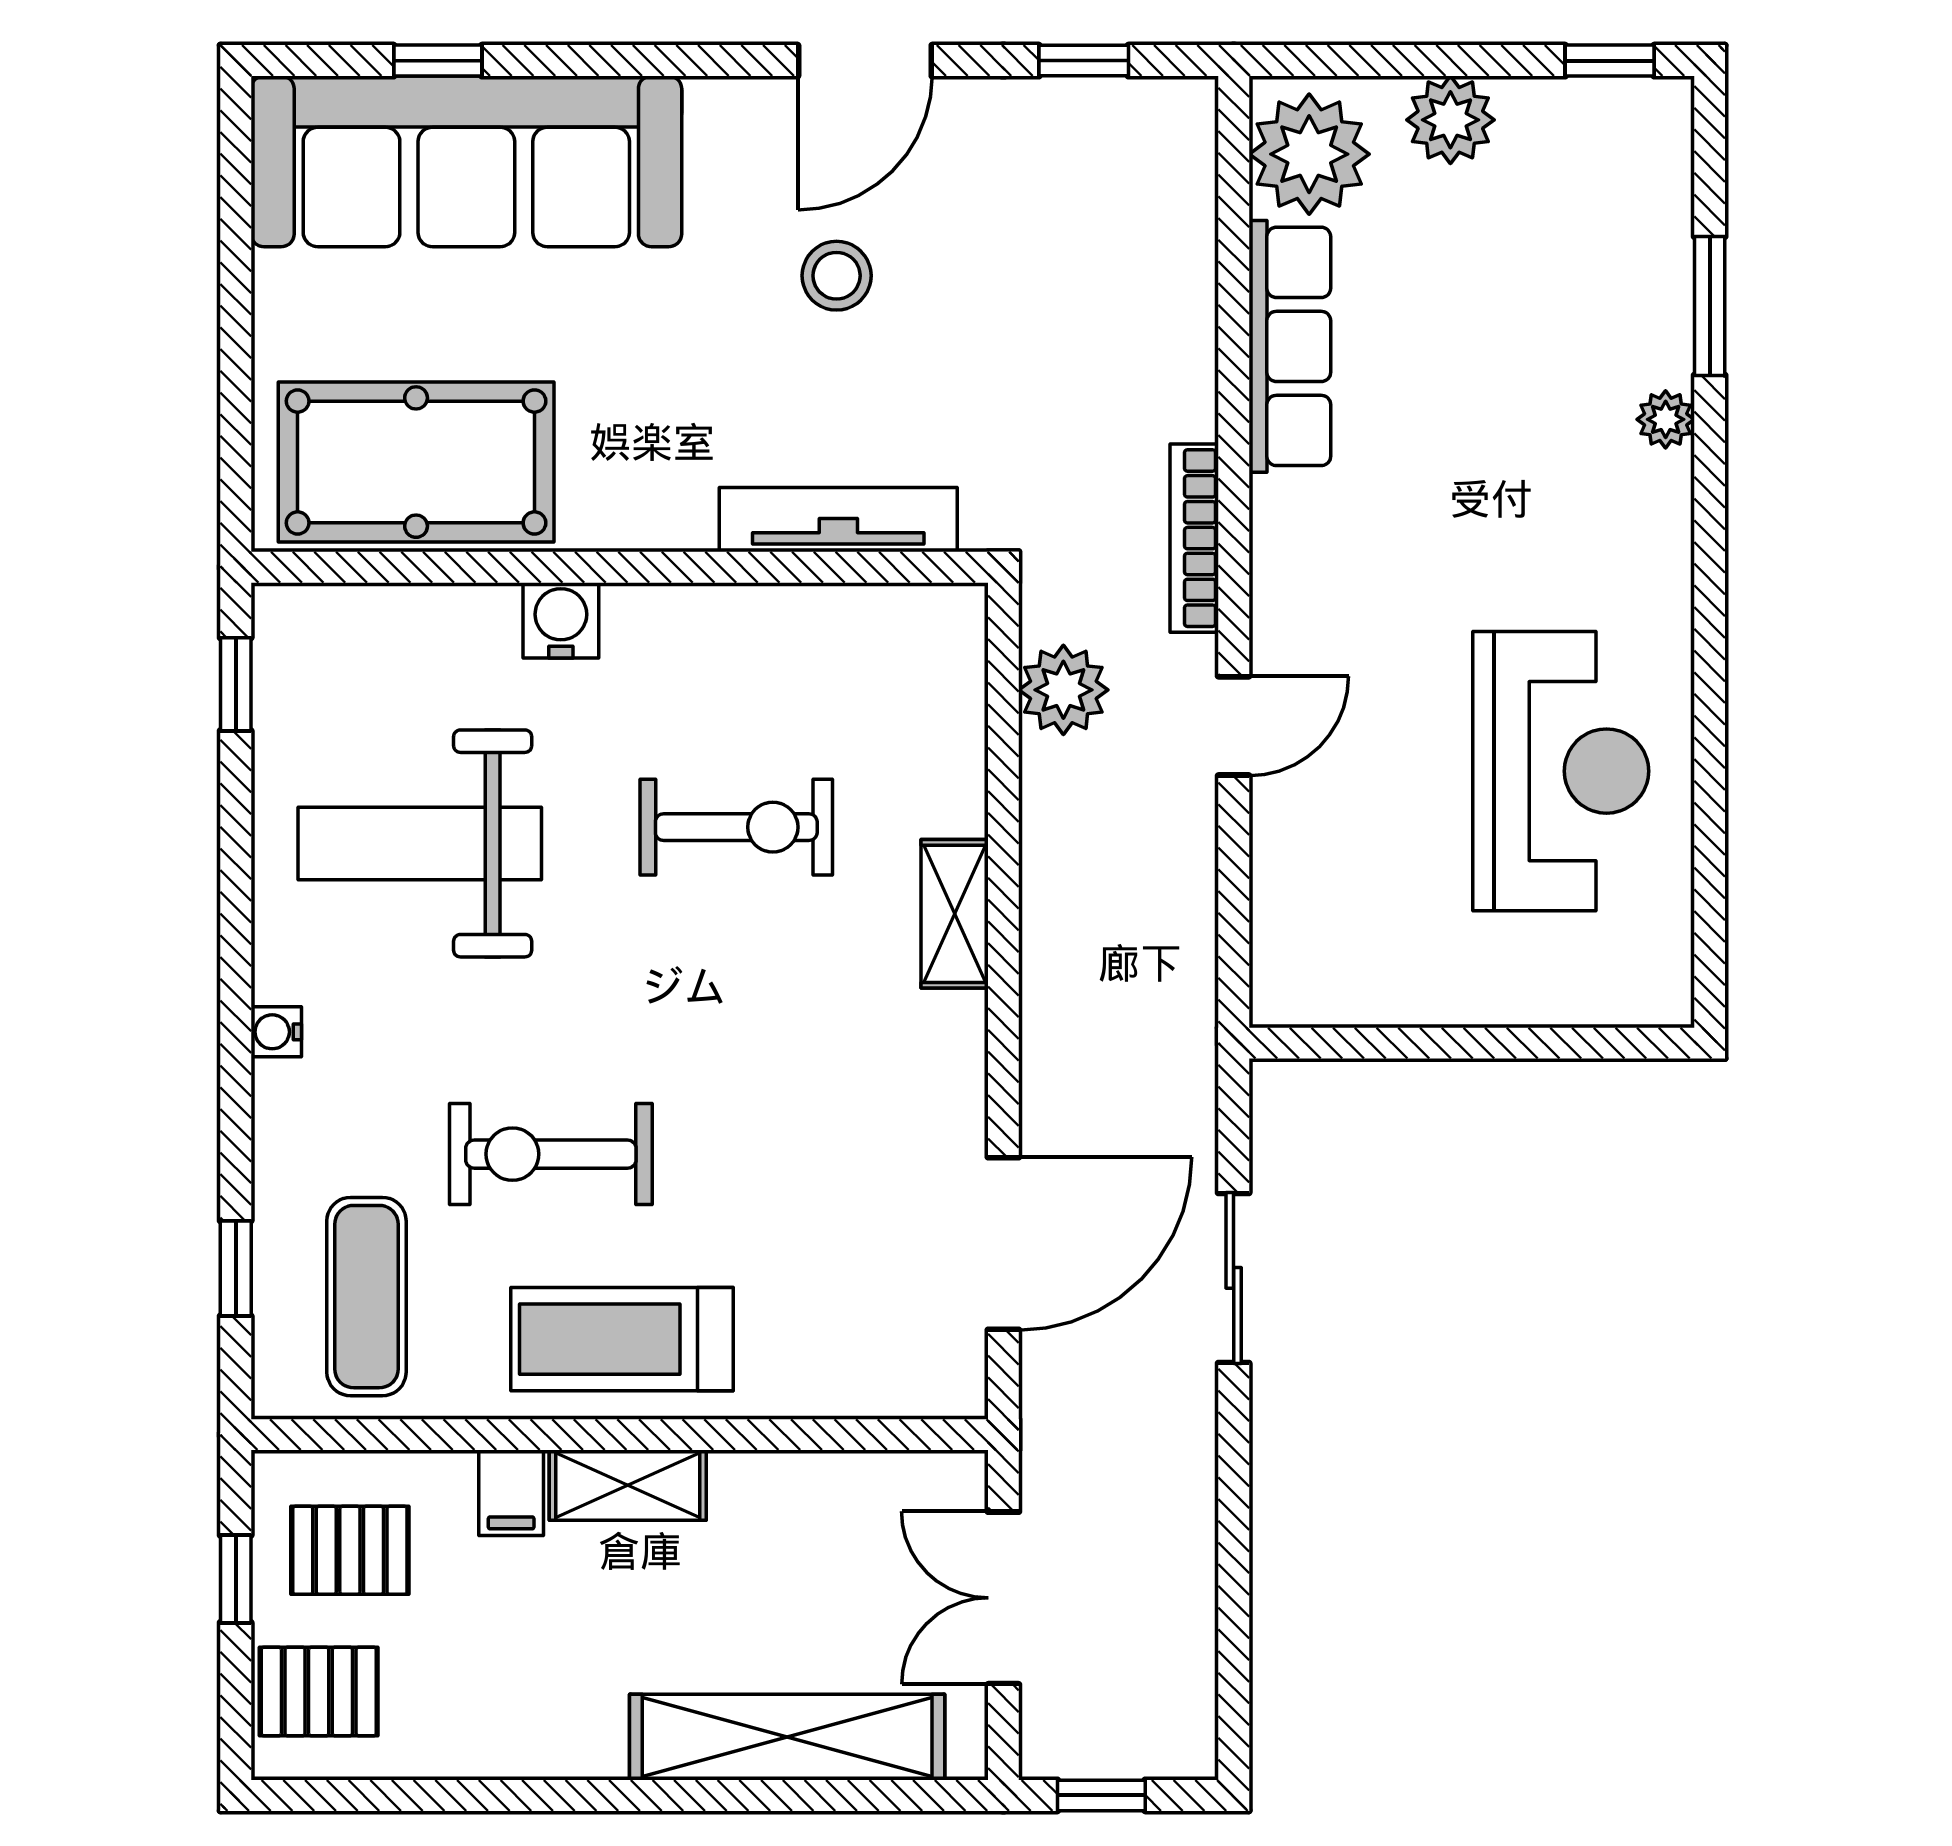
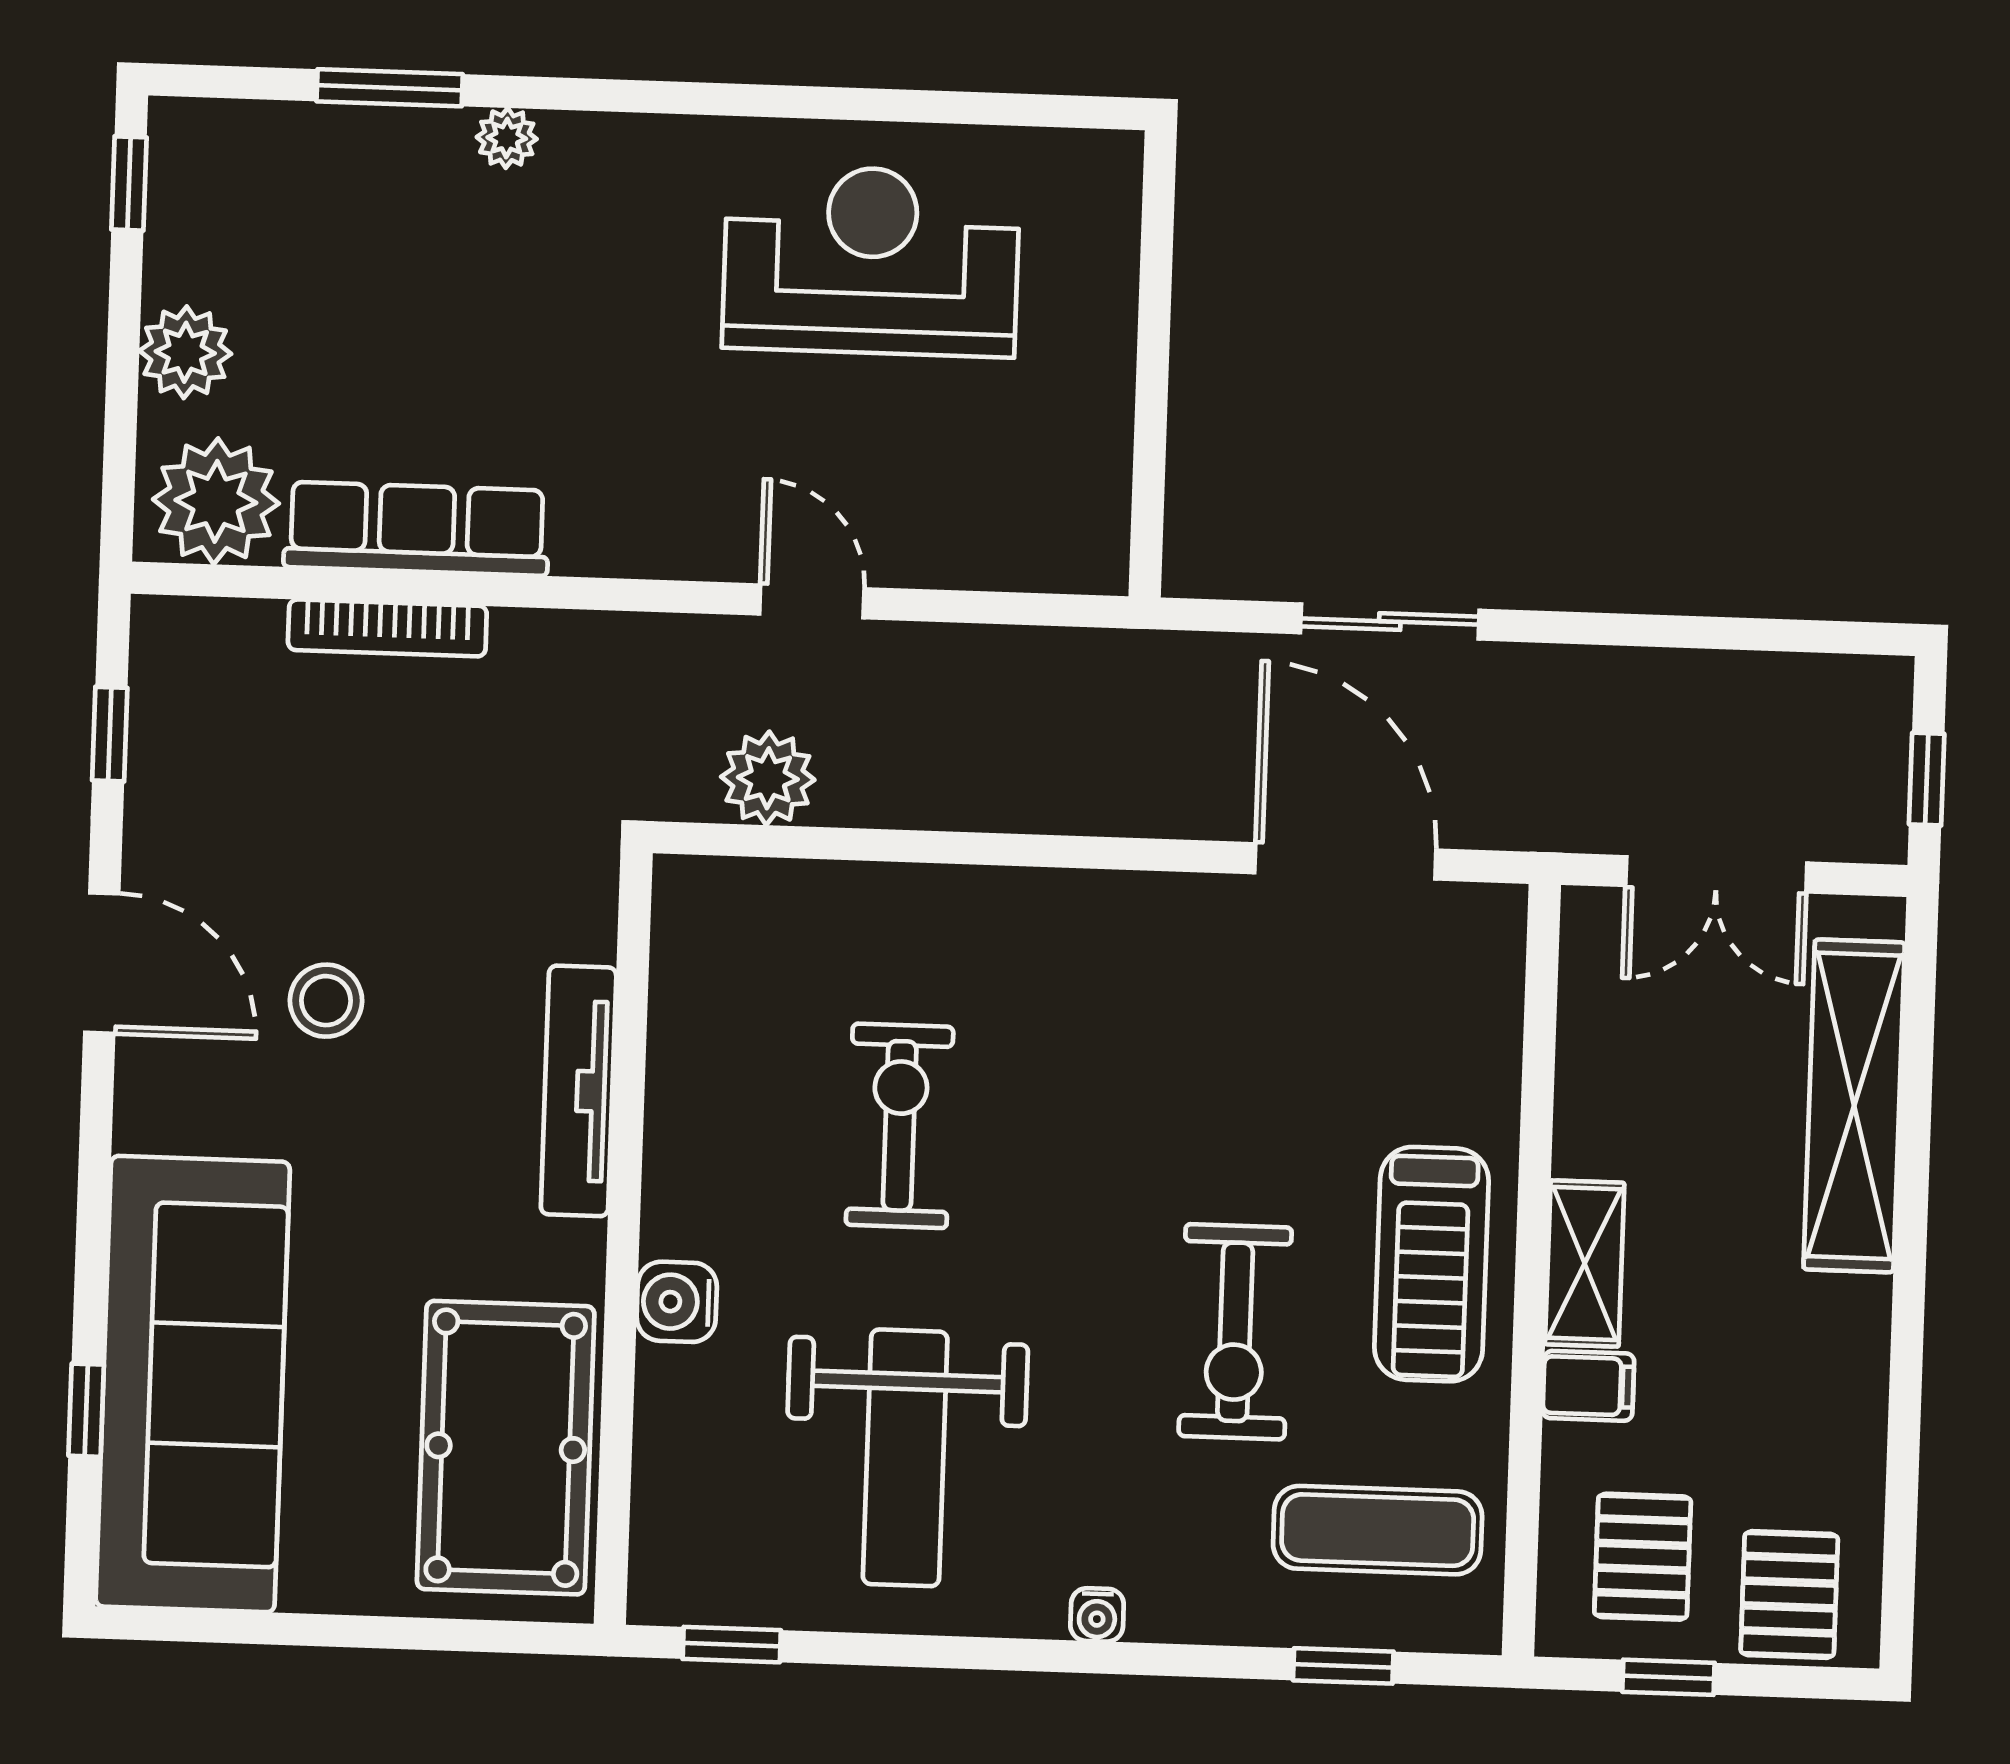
tv unit: (838, 520) -> (579, 1091), moved
bookcase: (1194, 538) -> (387, 628), moved
shelving: (955, 914) -> (998, 900), removed

